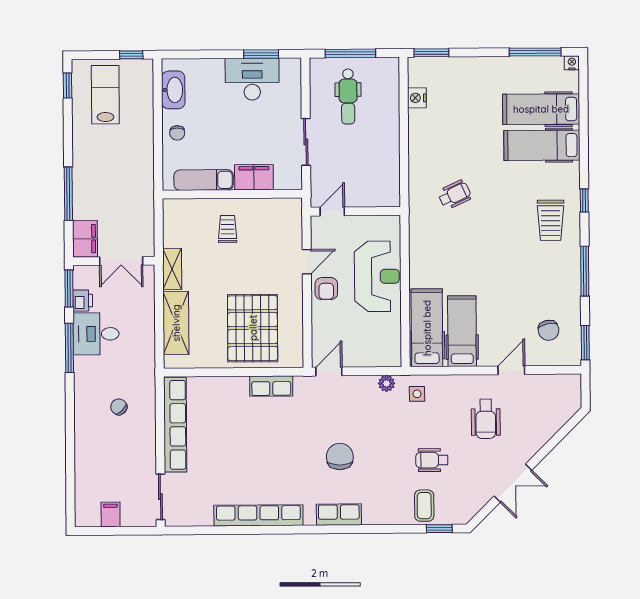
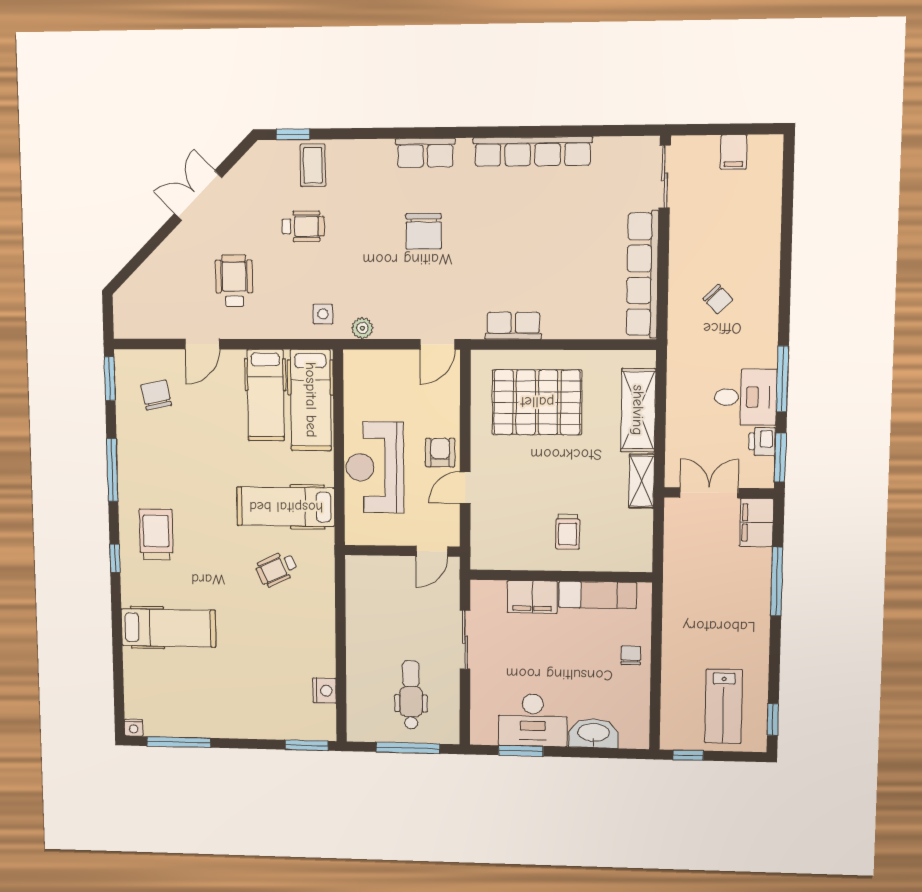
washbasin: (173, 90) -> (594, 733), moved, turned 90
hospital bed: (541, 109) -> (286, 507), moved, turned 180
pallet: (253, 328) -> (537, 402), turned 90

